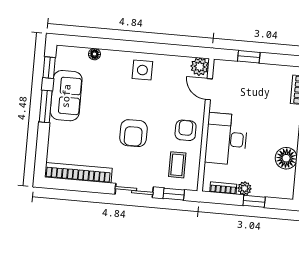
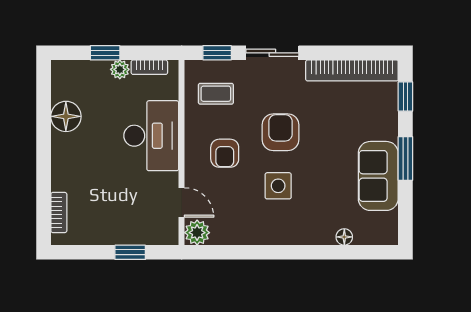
window: (49, 68) -> (405, 96), moved
side table: (142, 70) -> (278, 186), moved
armchair: (186, 130) -> (225, 153), moved
coffee table: (177, 165) -> (216, 94), turned 90

